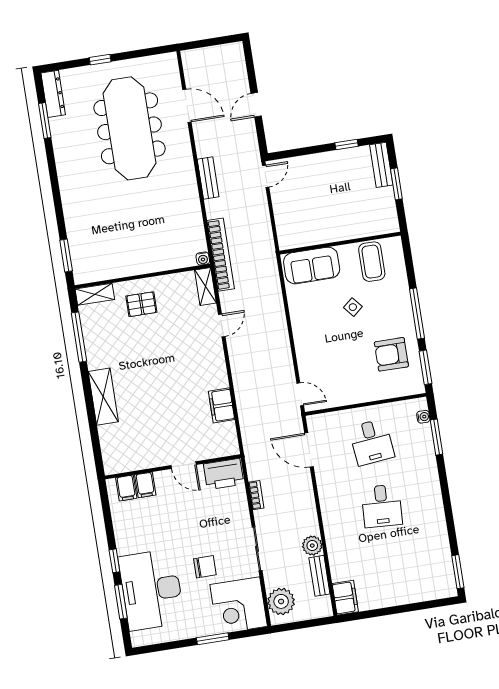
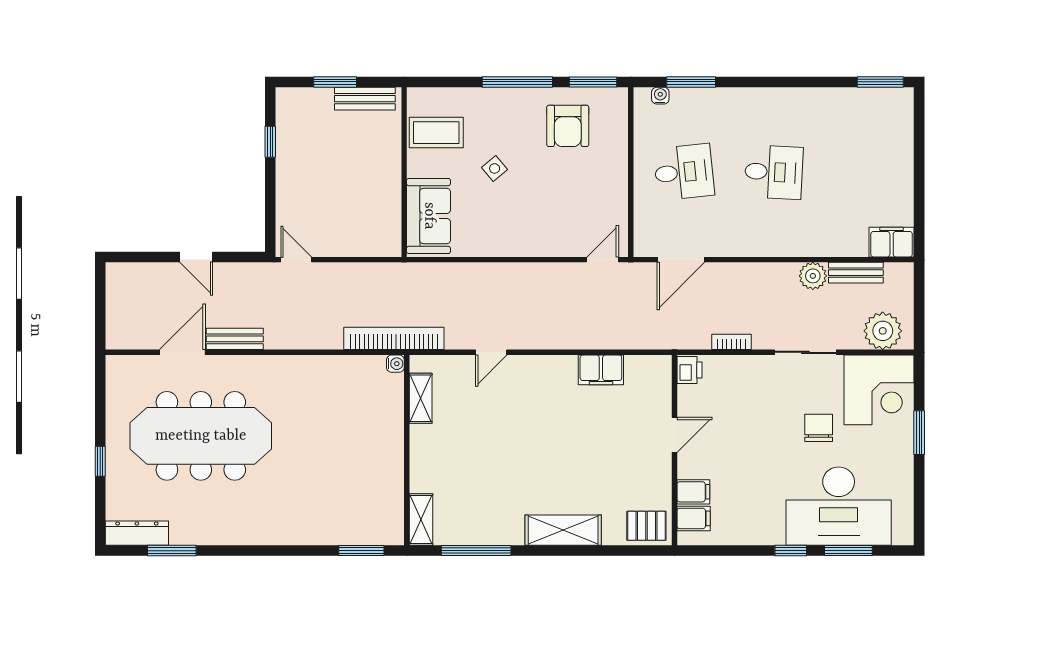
bench: (381, 165) -> (365, 99), moved
bench: (208, 178) -> (235, 339), moved
shelving: (205, 287) -> (421, 398), moved, turned 90
pallet: (141, 304) -> (646, 526), moved, turned 90
door: (222, 325) -> (491, 352), swing flipped
printer: (224, 474) -> (690, 370), width x0.53, depth x0.68

